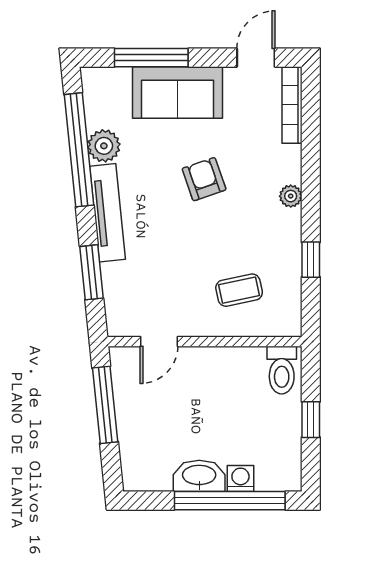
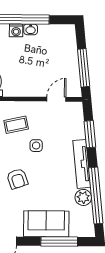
armchair: (204, 179) -> (17, 179), moved
side table: (199, 249) -> (36, 146), added
washbasin: (199, 476) -> (31, 29), width x0.52, depth x0.69

